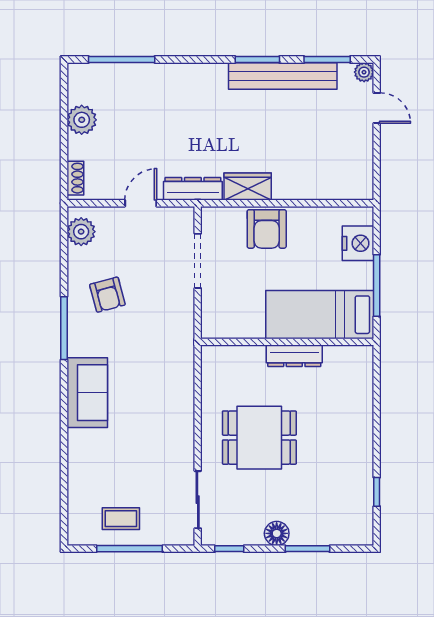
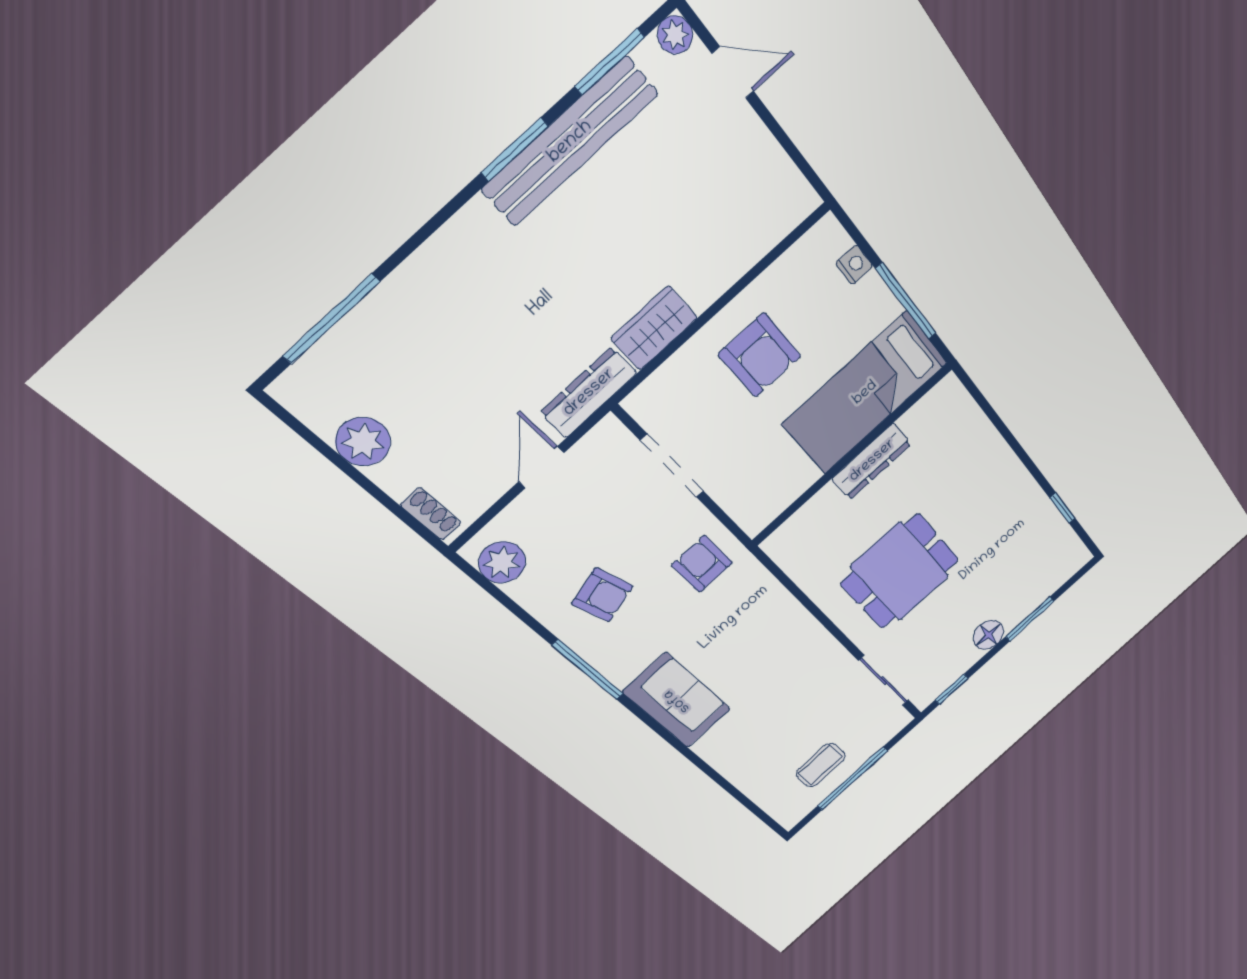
armchair: (267, 229) -> (760, 355), moved
nightstand: (358, 243) -> (854, 265), width x0.53, depth x0.56
armchair: (166, 327) -> (702, 564), added

